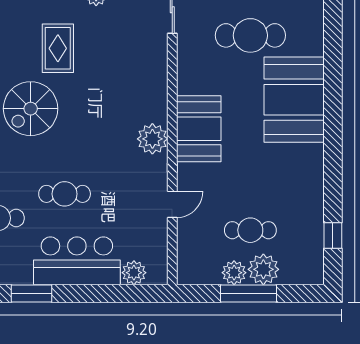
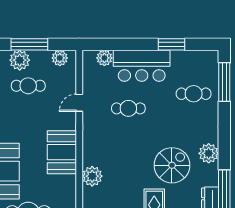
plant: (152, 139) -> (92, 176), moved
cafe table: (65, 194) -> (128, 108), moved
plant: (234, 273) -> (60, 58), moved

